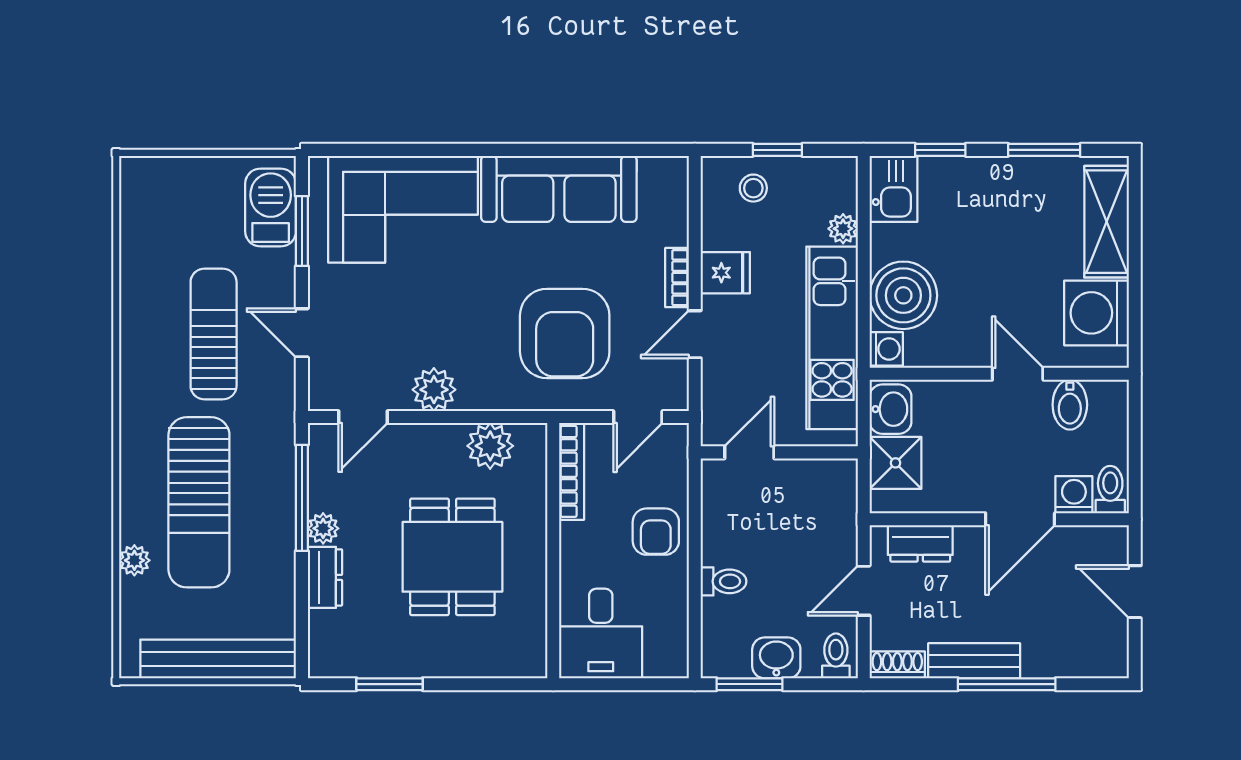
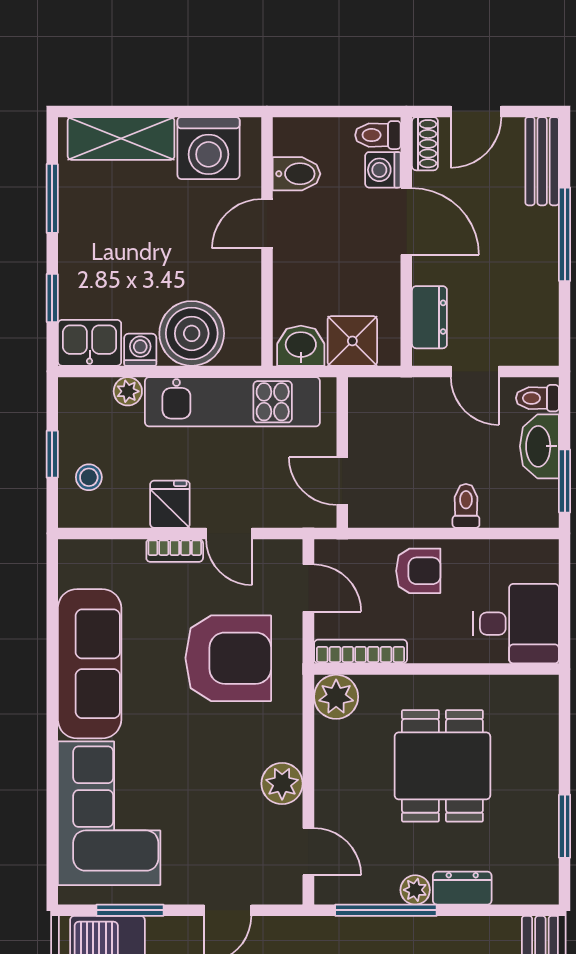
washing machine: (886, 349) -> (140, 350), moved
plant: (490, 446) -> (336, 697), moved
dining table: (452, 557) -> (442, 766), turned 90
washbasin: (776, 658) -> (539, 446), width x1.38
bench: (974, 661) -> (542, 161), moved
shoe rack: (897, 665) -> (425, 144), moved, turned 180

